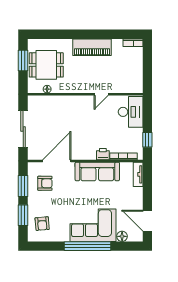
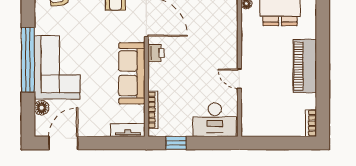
printer: (103, 154) -> (156, 53), moved

